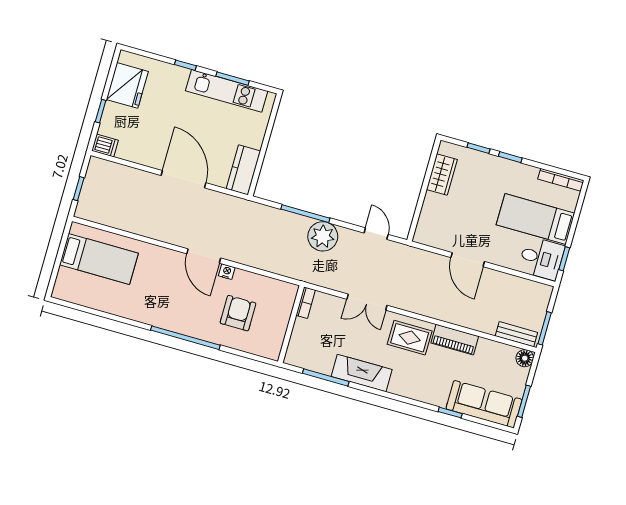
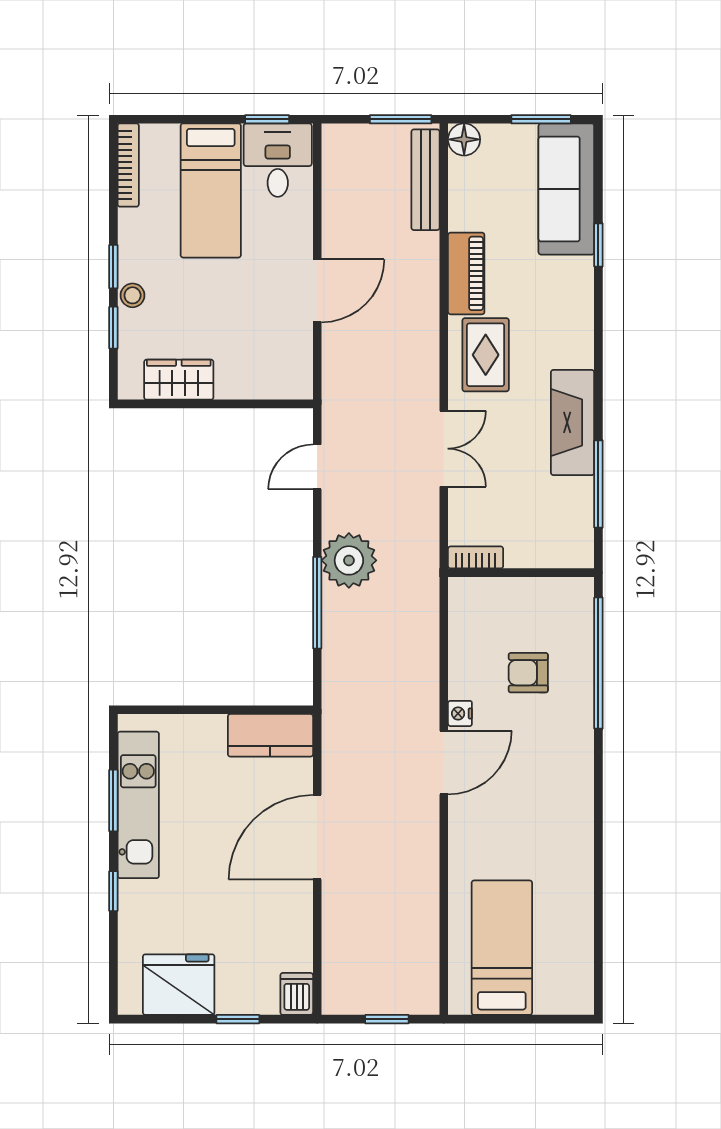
stool: (492, 163) -> (133, 295), added
armchair: (238, 313) -> (528, 673), width x0.72, depth x0.72
bench: (516, 334) -> (425, 180), width x1.36
window: (185, 338) -> (598, 663), moved

